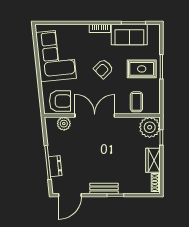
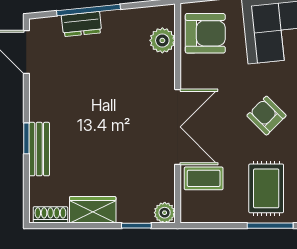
armchair: (60, 101) -> (205, 33), turned -90
double door: (95, 116) -> (178, 127), moved
plant: (150, 127) -> (165, 213), width x0.53, depth x0.53
bench: (104, 188) -> (39, 149), moved

